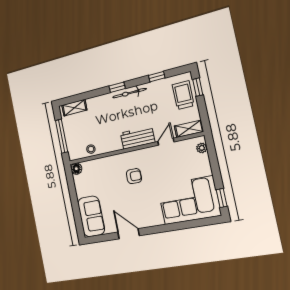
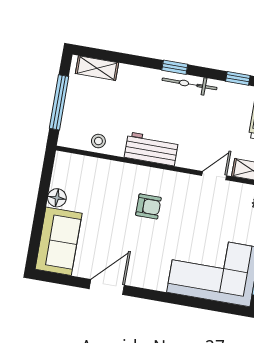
workbench: (138, 138) -> (151, 149), moved
floor lamp: (76, 169) -> (57, 198), moved
door: (129, 234) -> (107, 287), hinge flipped

